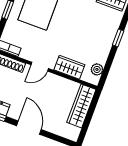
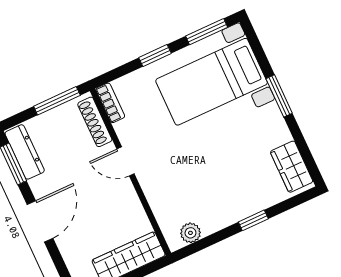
wardrobe: (69, 67) -> (160, 197), removed

